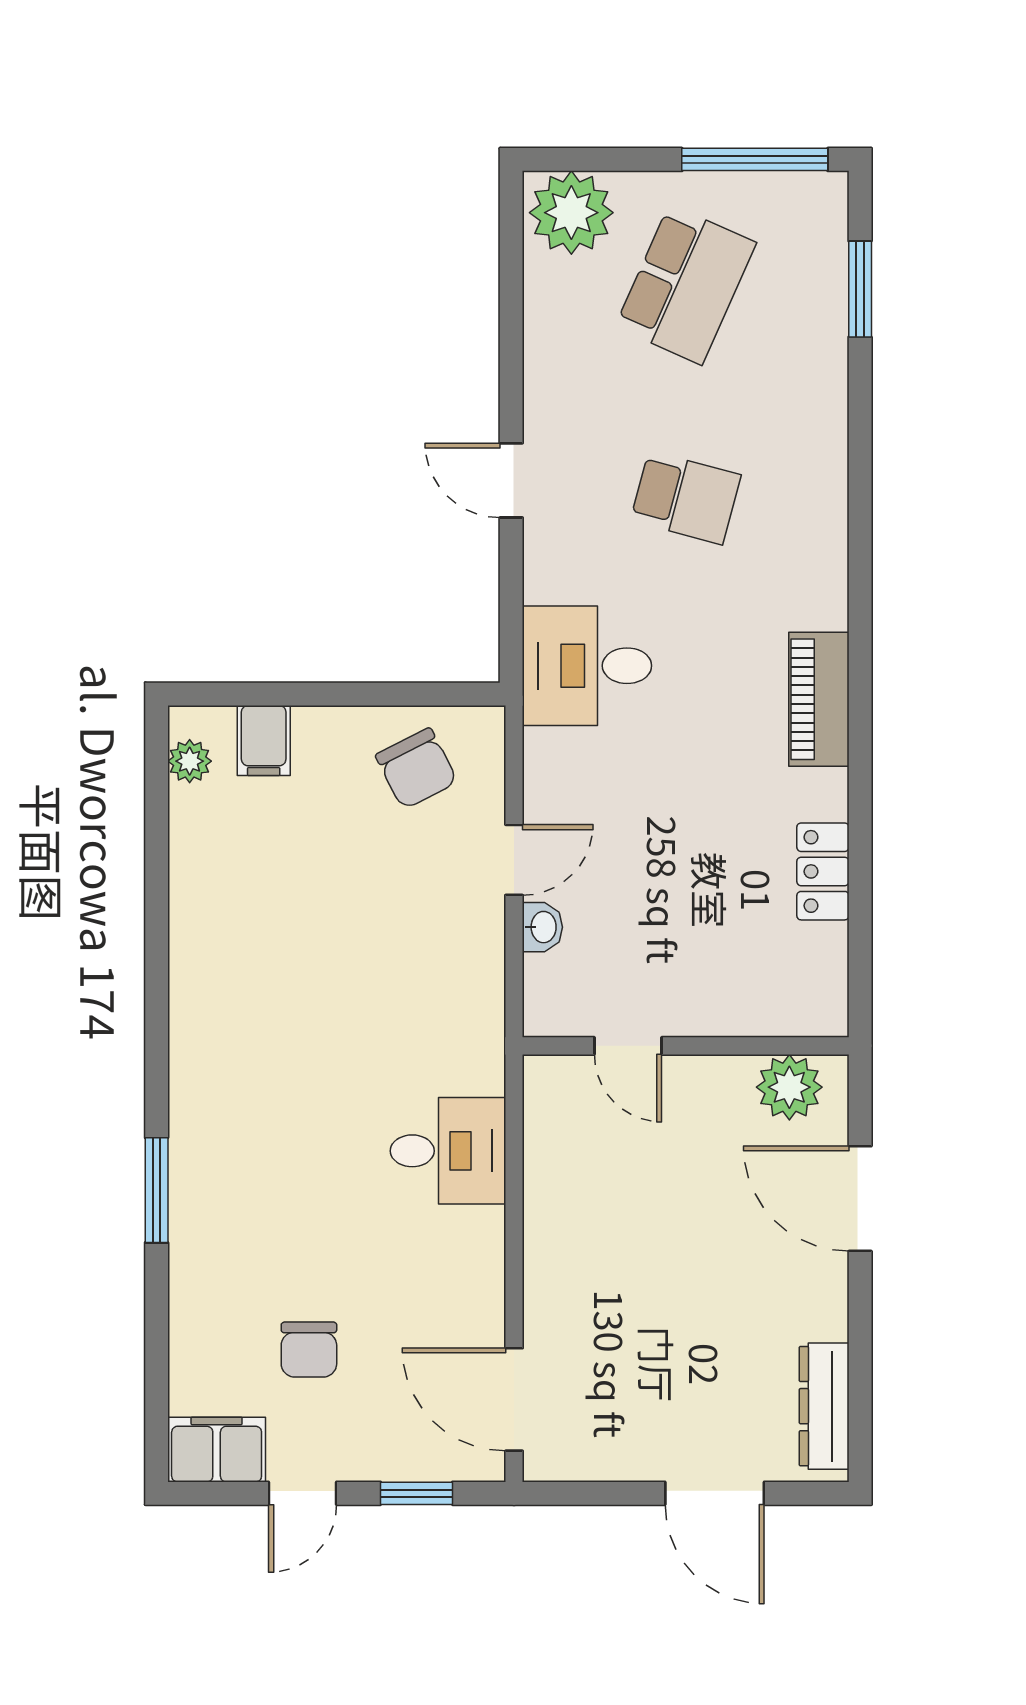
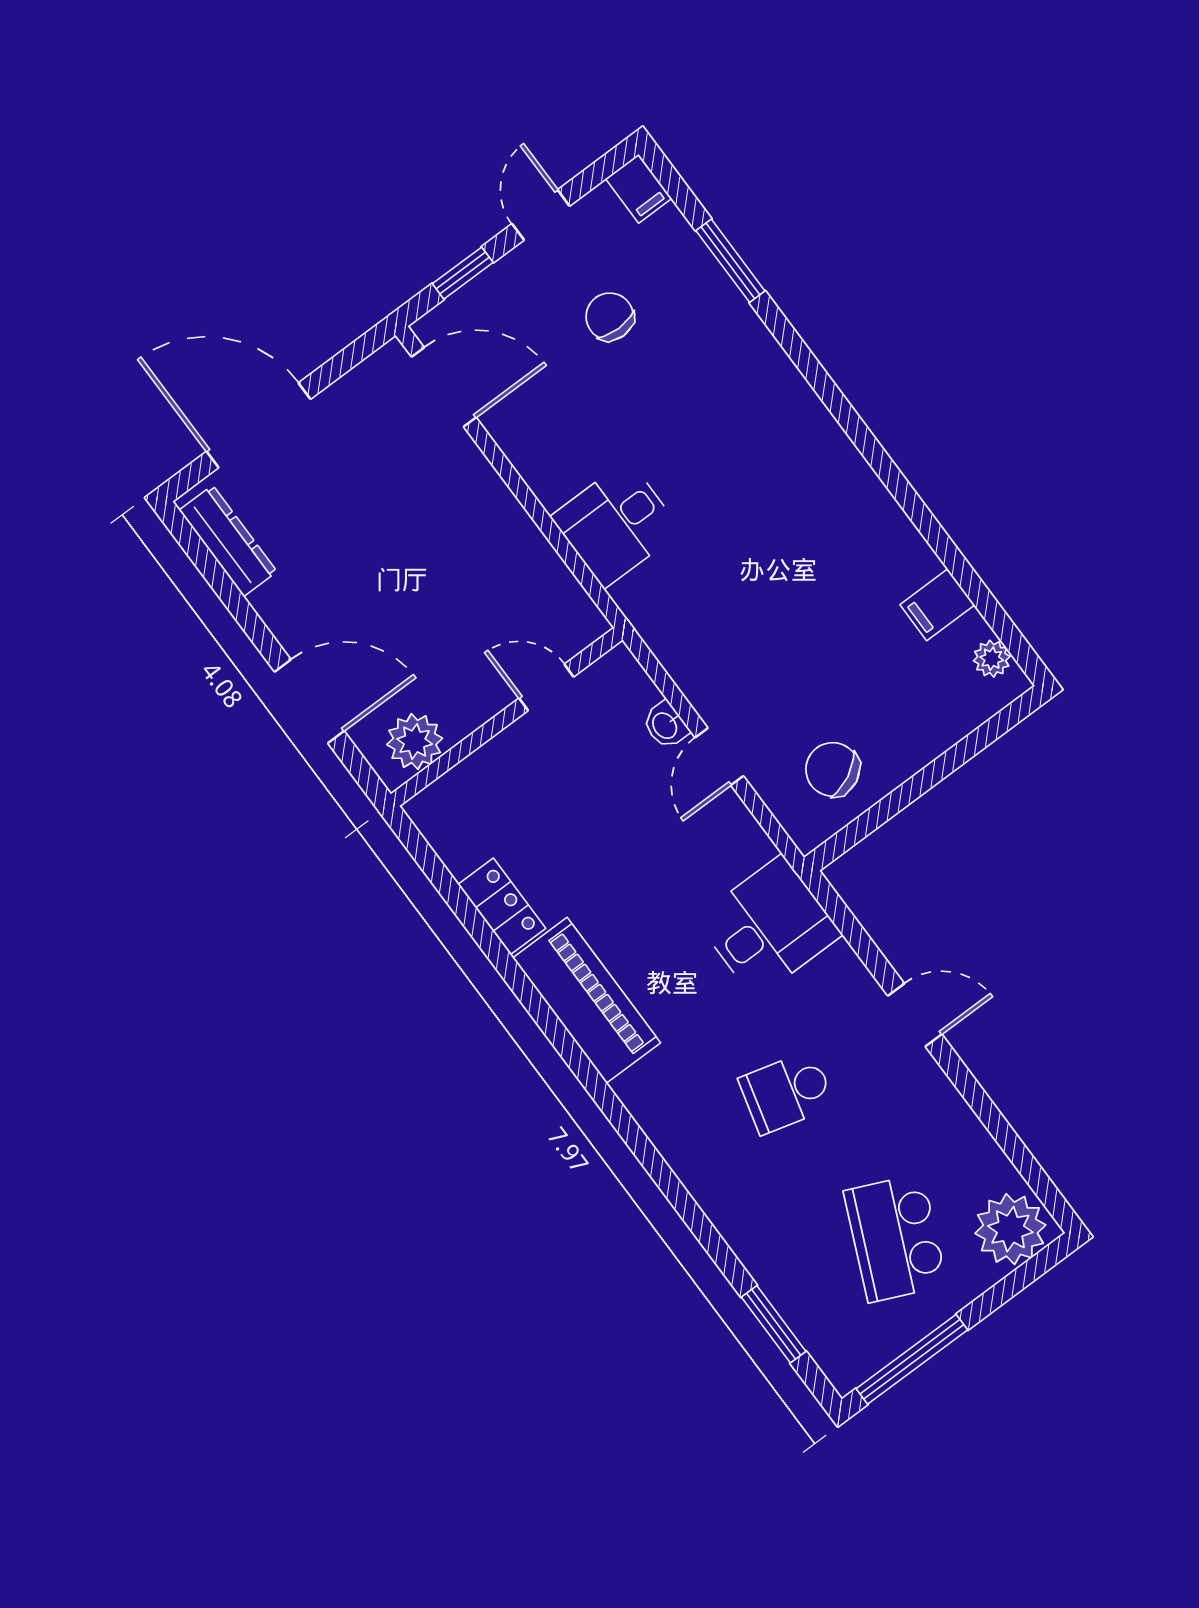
piano: (819, 699) -> (587, 1000), width x1.37, depth x1.33
filing cabinet: (264, 741) -> (937, 605), moved, turned -90
window: (157, 1190) -> (730, 261), moved
filing cabinet: (217, 1450) -> (639, 189), width x0.50
door: (715, 1493) -> (258, 425), width x1.36

